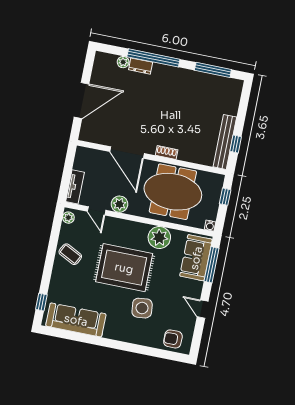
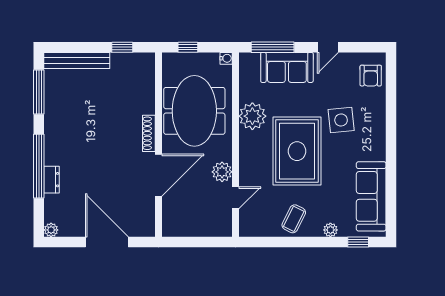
plant: (123, 62) -> (51, 230), moved
bench: (225, 142) -> (77, 60), moved
shoe rack: (167, 152) -> (149, 133), width x1.43
tv unit: (75, 187) -> (212, 229), removed
plant: (68, 218) -> (330, 230), moved
sofa: (196, 258) -> (287, 67), moved

